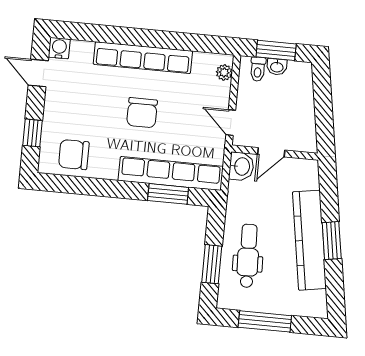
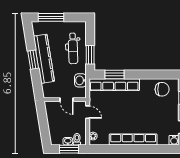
chair: (142, 113) -> (131, 113), removed
door: (271, 152) -> (67, 100), swing flipped
washbasin: (241, 166) -> (80, 80), moved
window: (212, 264) -> (90, 55), moved
window: (265, 321) -> (51, 17), moved

